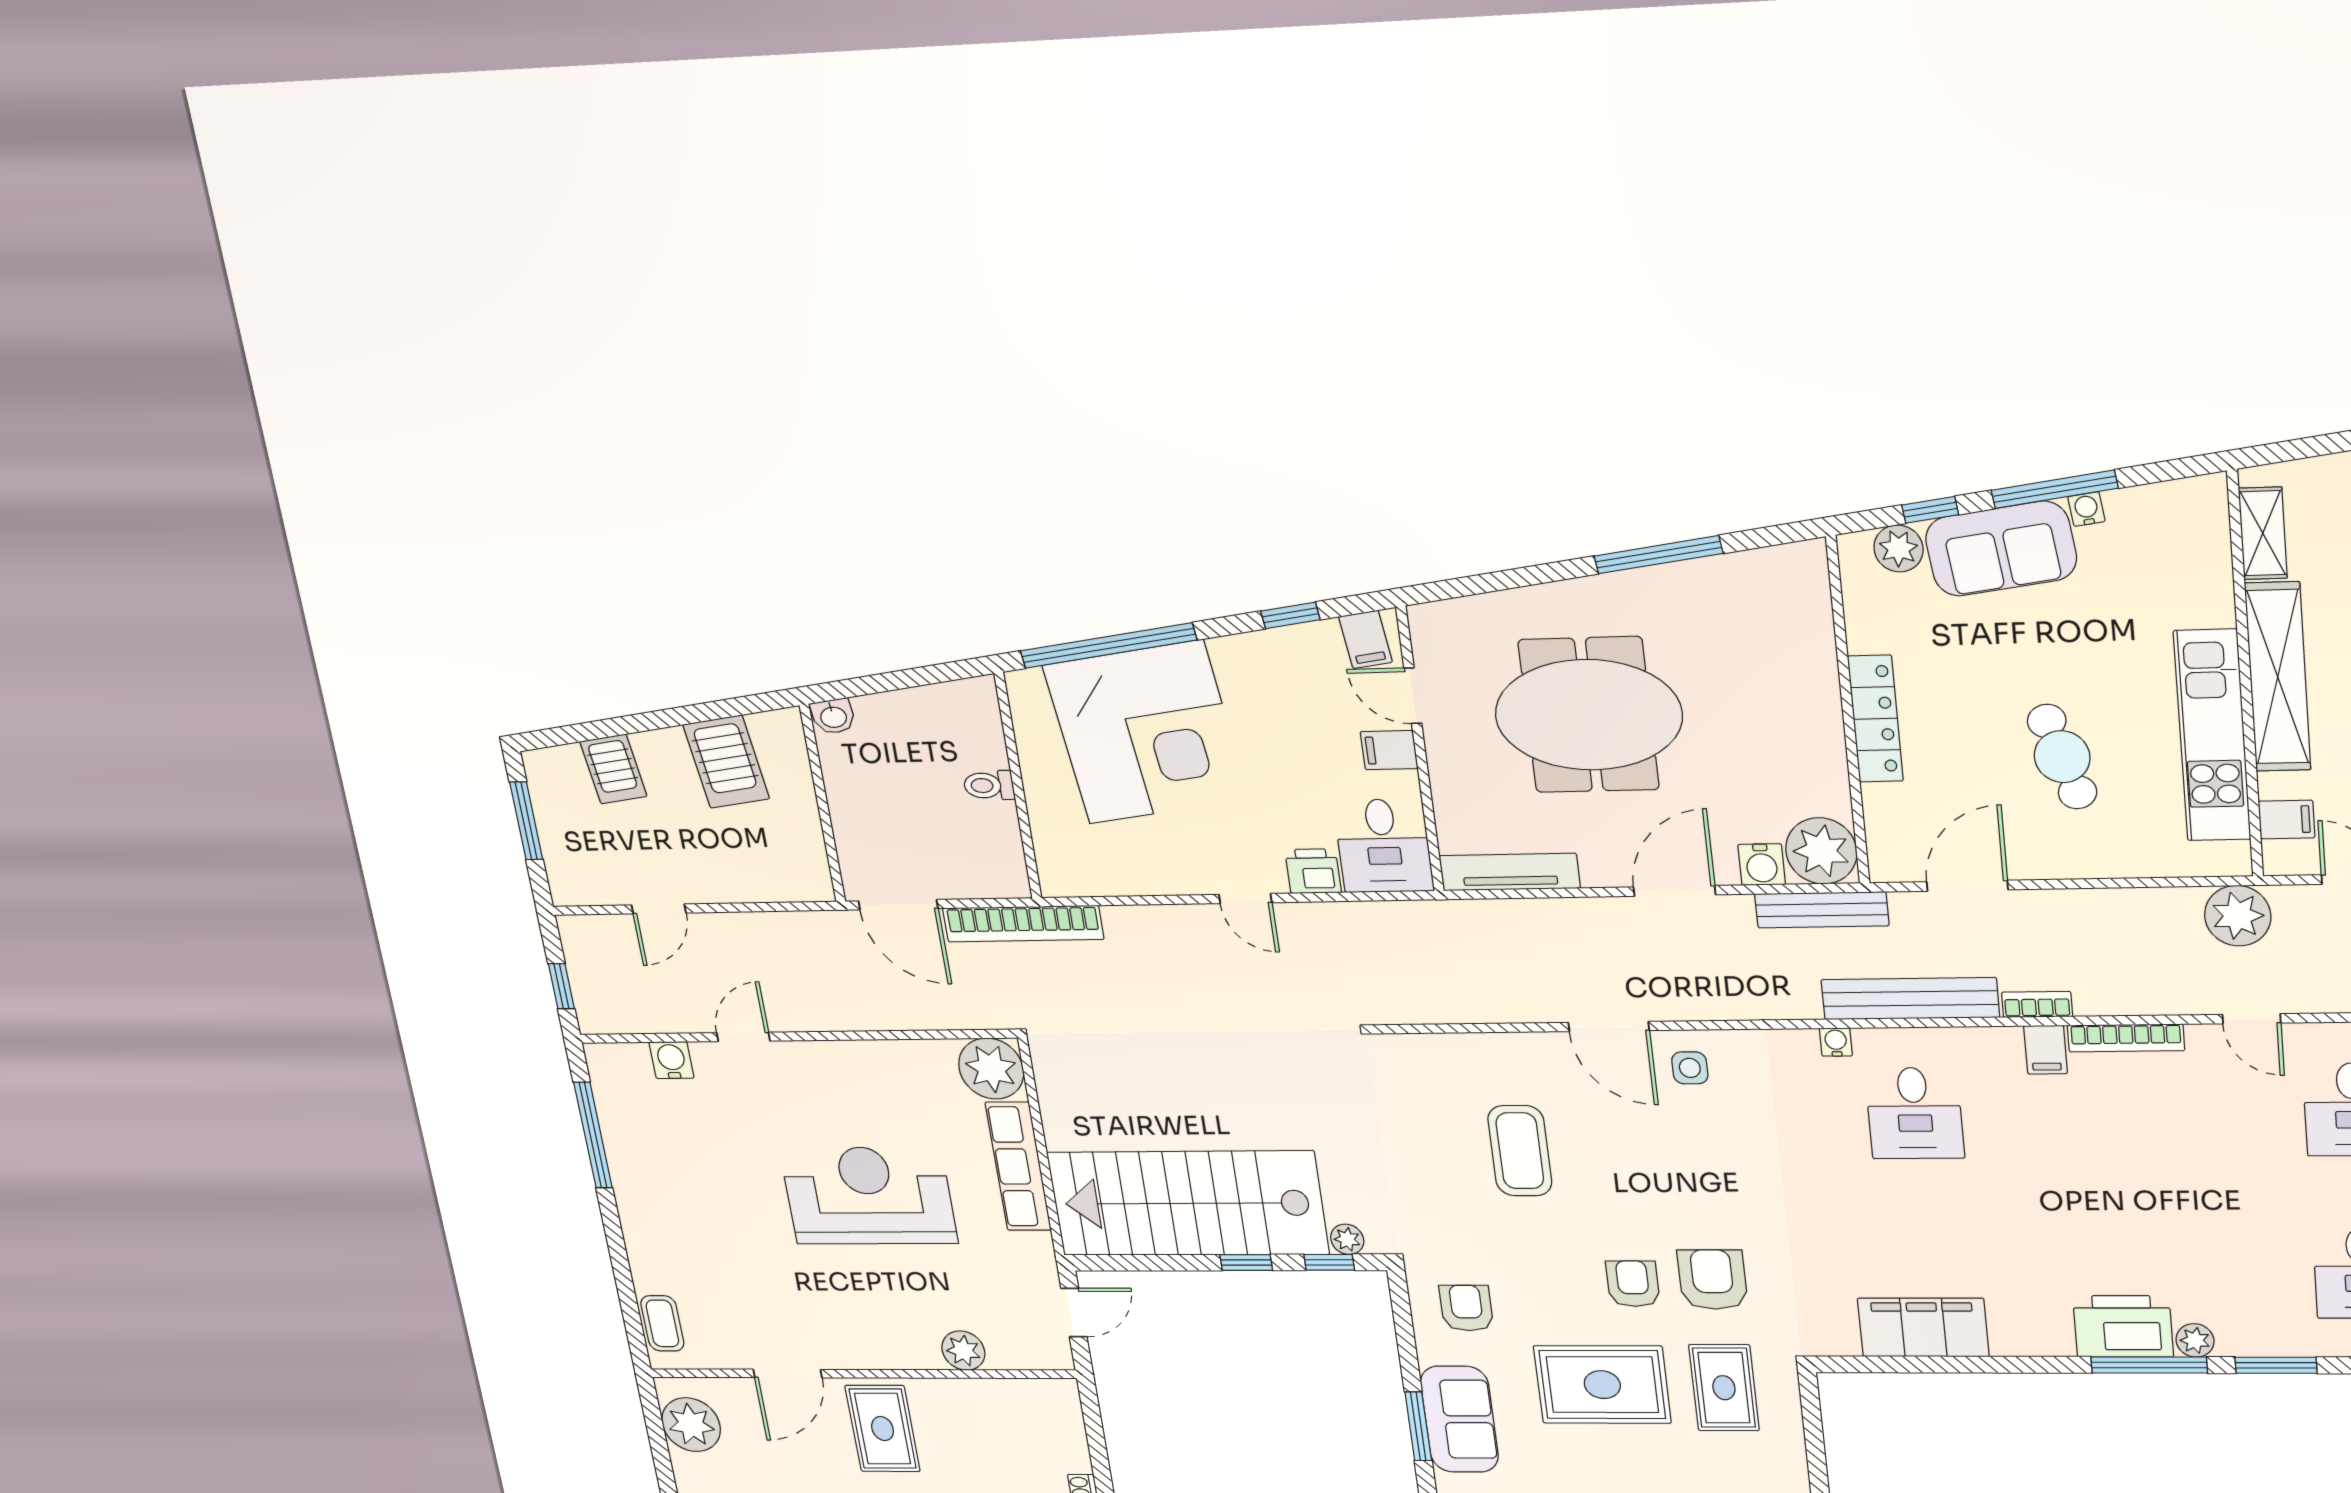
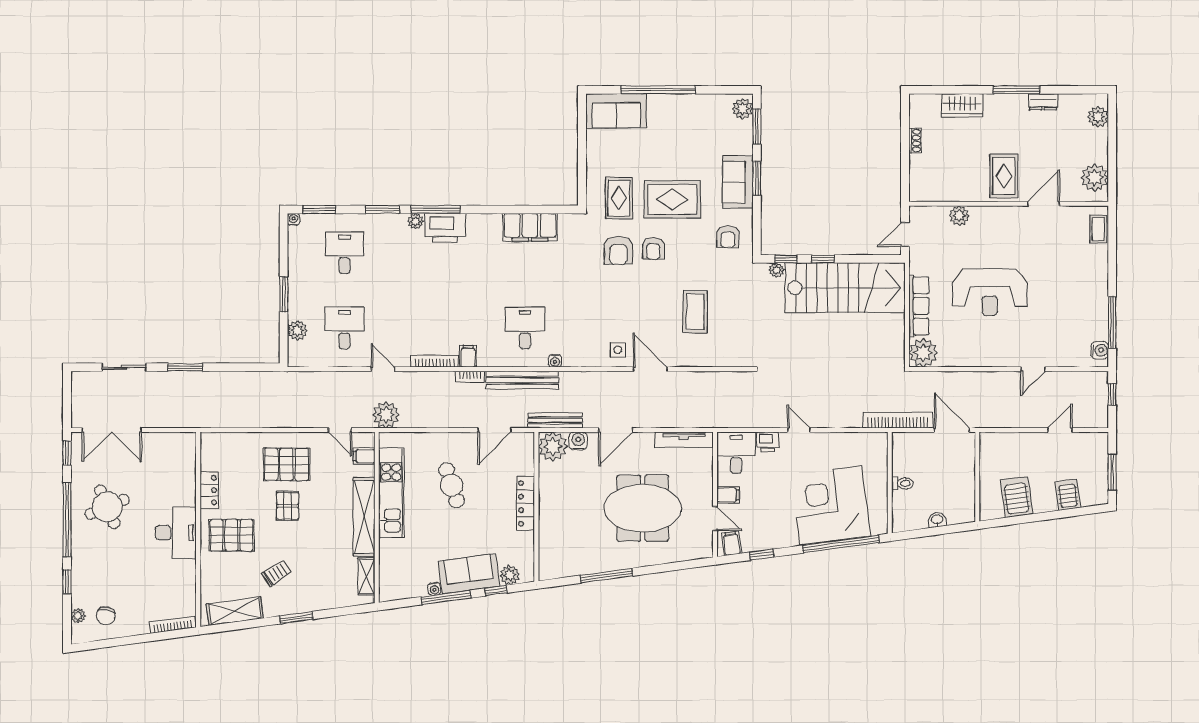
washbasin: (833, 716) -> (937, 520), moved
water cooler: (671, 1060) -> (1100, 350), moved, turned -90

